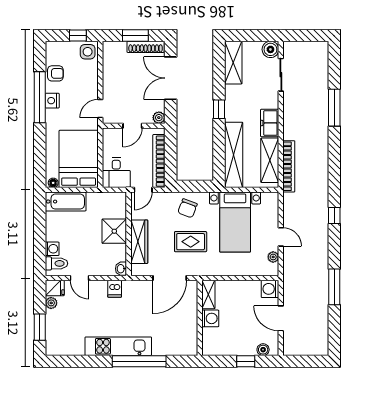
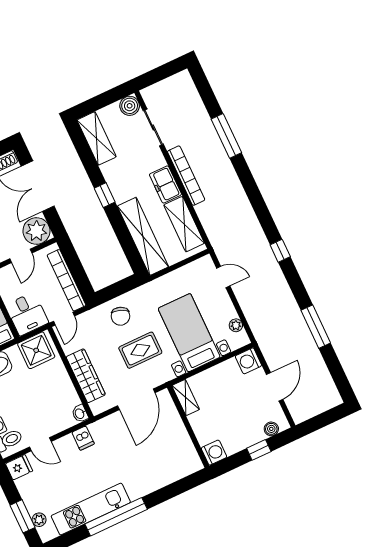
plant: (159, 118) -> (36, 231), width x1.88, depth x1.88
bookcase: (289, 166) -> (186, 176), moved
bed with nightstands: (235, 222) -> (189, 333), moved, turned 180
shower: (114, 231) -> (36, 350), moved
door: (281, 237) -> (223, 277), moved
plant: (51, 303) -> (39, 520), moved
washing machine: (210, 318) -> (214, 453), moved
door: (281, 318) -> (275, 387), swing flipped
kitchen unit: (118, 346) -> (91, 509), moved
window: (139, 361) -> (116, 517), moved

